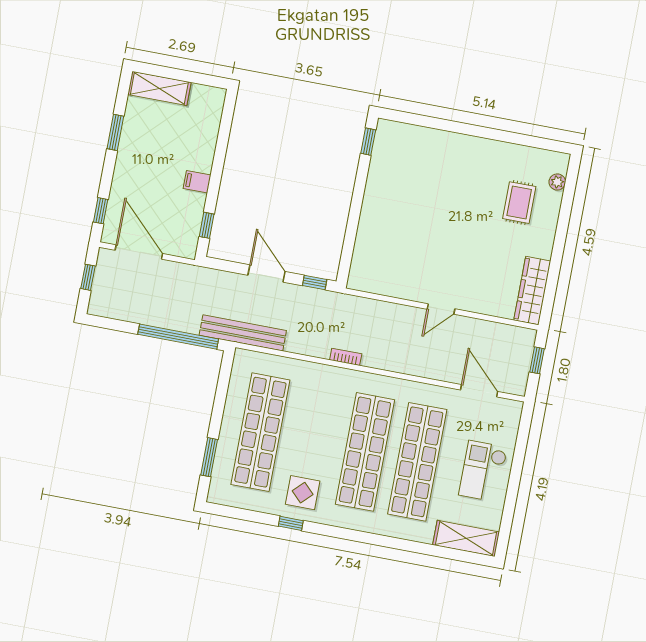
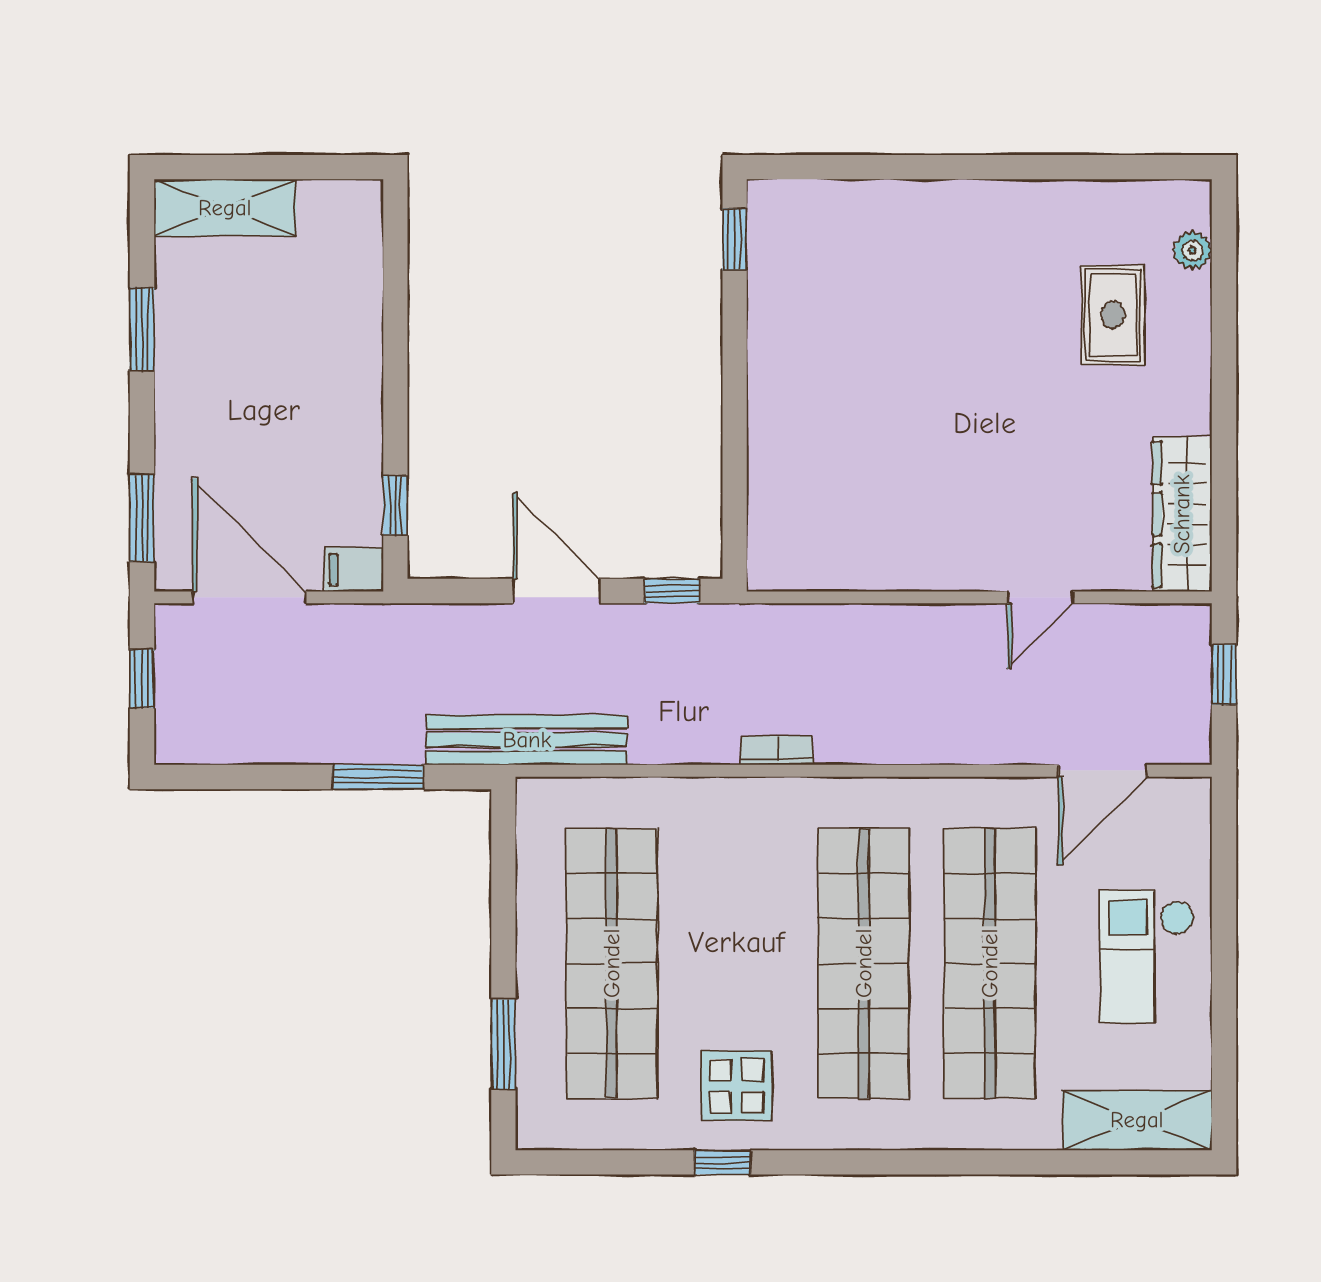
filing cabinet: (197, 182) -> (354, 570), moved
window: (101, 211) -> (142, 518), width x1.50
door: (441, 309) -> (1040, 597), moved
window: (178, 337) -> (378, 777), width x0.47
door: (479, 391) -> (1103, 771), swing flipped

